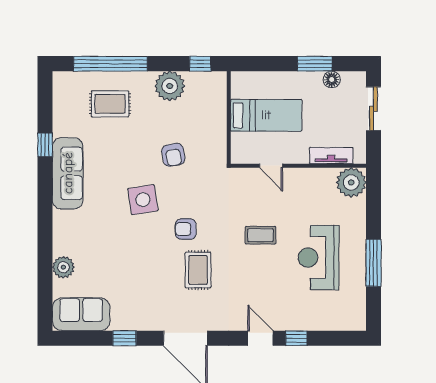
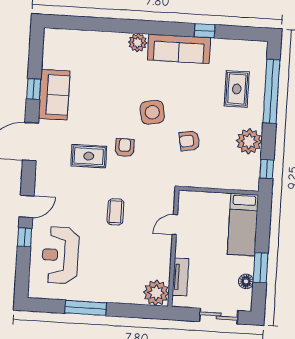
bed: (266, 115) -> (243, 225), moved
reception desk: (319, 258) -> (60, 255), moved, turned -90
plant: (63, 267) -> (138, 43), moved
sofa: (81, 314) -> (54, 95), moved

